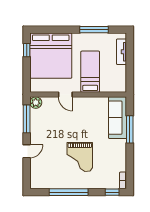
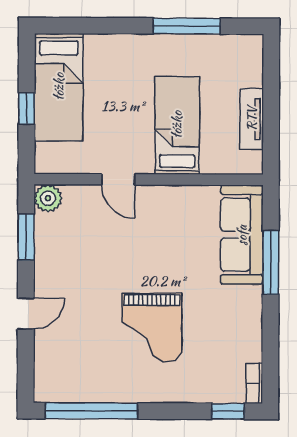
window: (27, 50) -> (27, 108), moved
tv unit: (122, 52) -> (252, 119), moved
bed: (51, 56) -> (59, 87), width x0.49
window: (27, 119) -> (26, 237), width x0.69
window: (69, 192) -> (92, 411), moved

